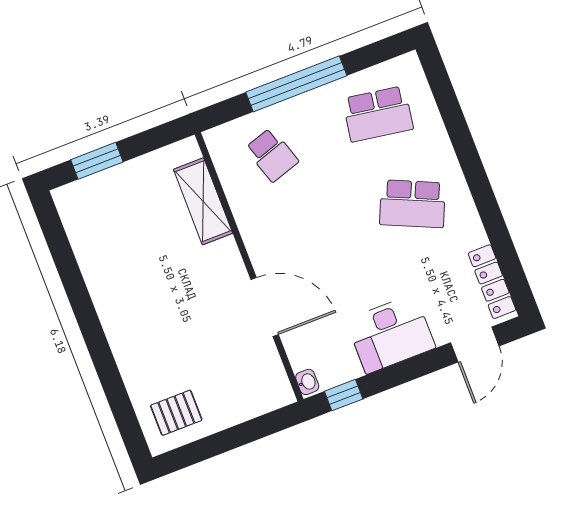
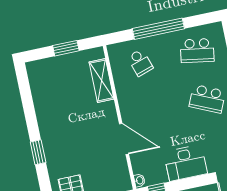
window: (97, 161) -> (66, 48), moved
window: (103, 359) -> (38, 152), added

